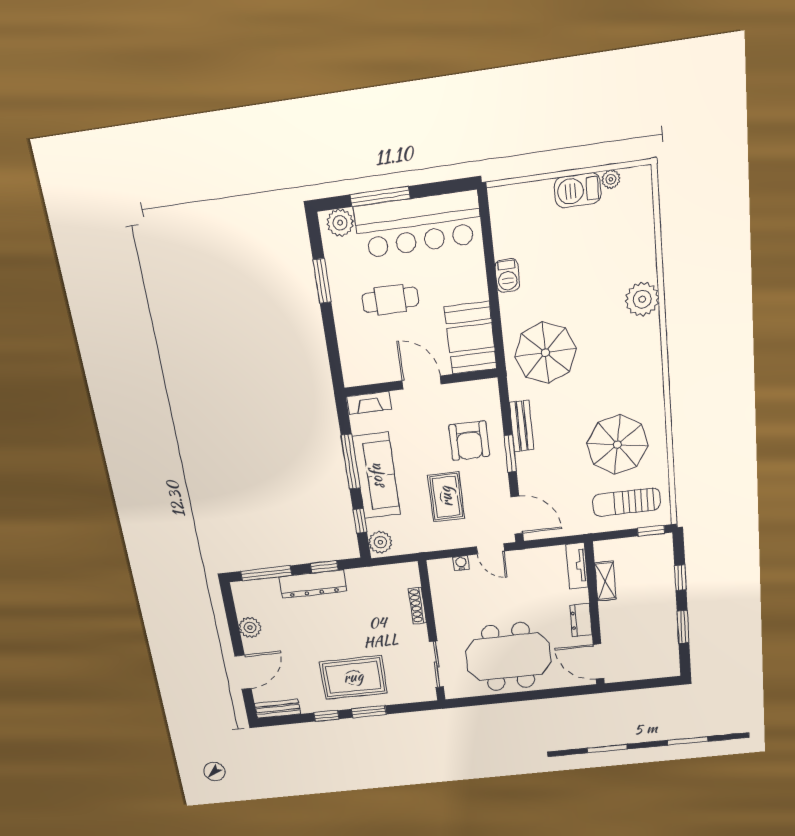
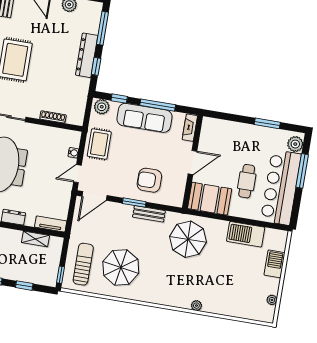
barbecue: (578, 190) -> (275, 264), moved
barbecue: (507, 275) -> (246, 234), width x1.88, depth x1.53
plant: (642, 299) -> (196, 306), width x0.53, depth x0.53
cafe table: (390, 300) -> (247, 181), moved
rug: (446, 497) -> (99, 144), moved, turned 90

